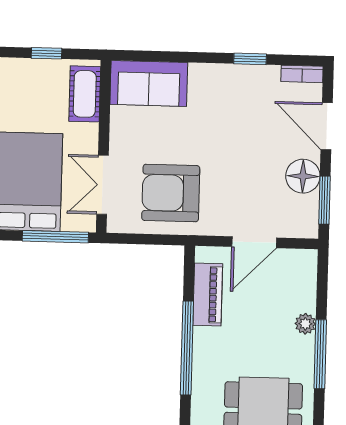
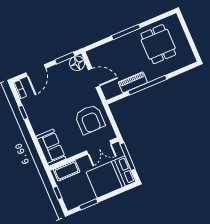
floor lamp: (303, 176) -> (77, 63), moved
piano: (208, 295) -> (133, 82), moved
plant: (305, 324) -> (117, 43), removed

